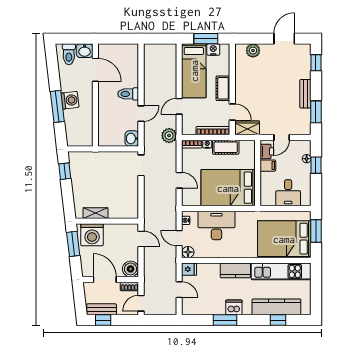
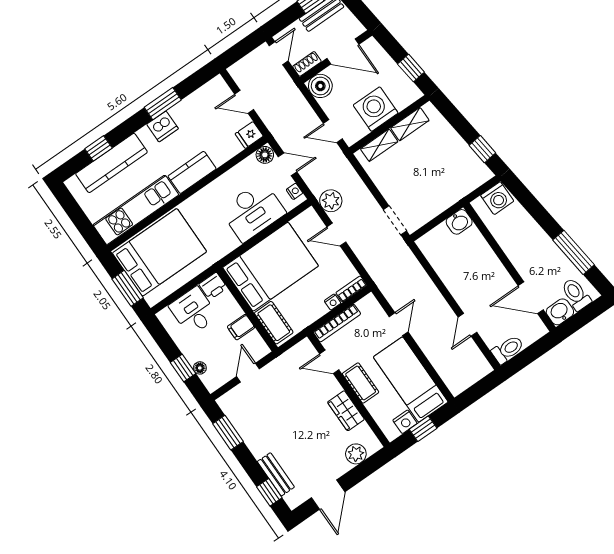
window: (206, 39) -> (423, 429), width x0.67
toilet: (128, 94) -> (508, 350), moved
bench: (305, 94) -> (276, 474), moved
washing machine: (70, 100) -> (497, 198), moved, turned -83
window: (57, 106) -> (573, 252), moved
door: (141, 114) -> (467, 325), moved
wardrobe: (247, 128) -> (346, 411), moved, turned 90
plant: (169, 136) -> (331, 201), moved
washbasin: (132, 138) -> (459, 222), moved, turned 90
cot: (226, 147) -> (274, 323), moved, turned 90
printer: (267, 151) -> (213, 286), moved, turned -90
shelving: (121, 213) -> (379, 145), added
washing machine: (92, 235) -> (376, 109), moved
window: (73, 244) -> (411, 68), width x0.67

